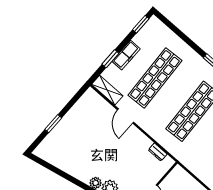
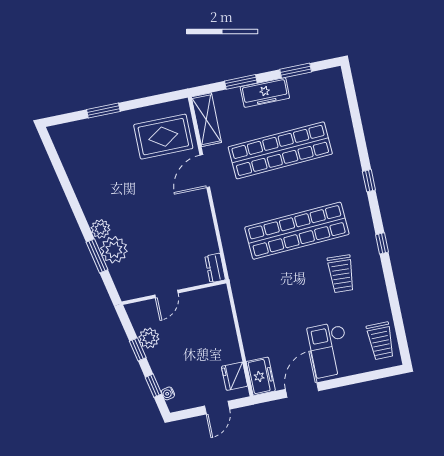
window: (141, 24) -> (296, 71), moved
rug: (92, 114) -> (163, 137), added
dresser: (158, 152) -> (215, 268), moved

